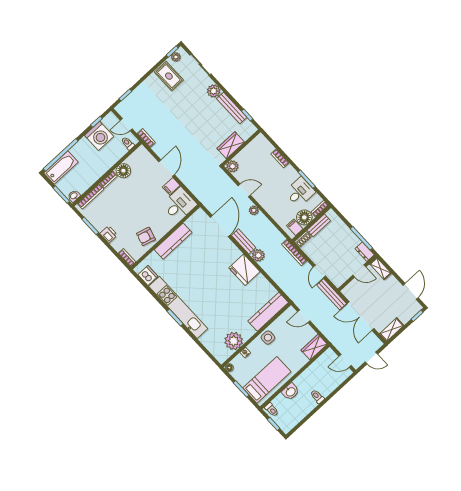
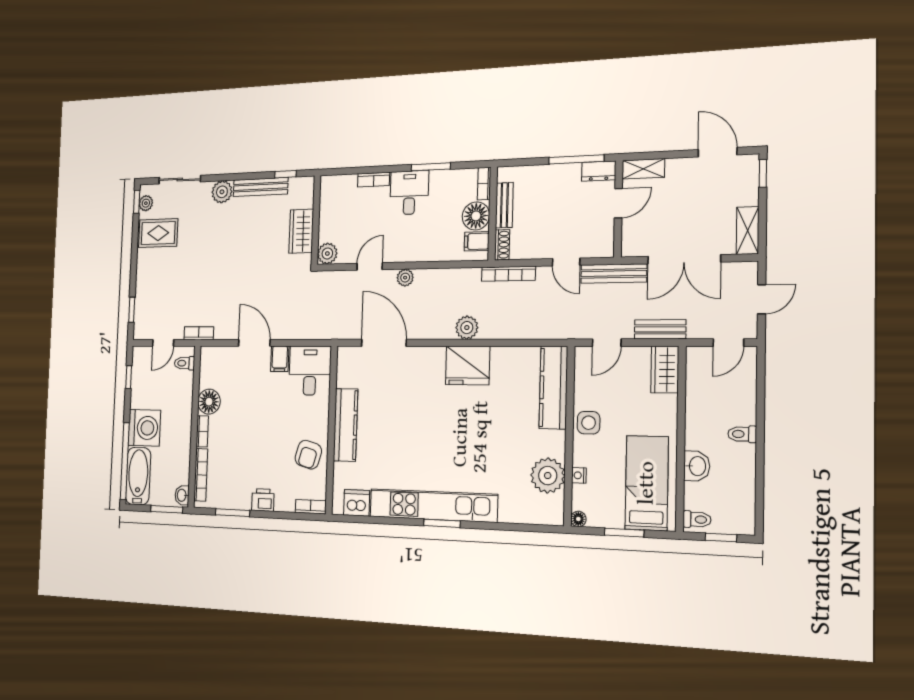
washing machine: (99, 136) -> (144, 428), moved
desk: (300, 192) -> (409, 193), moved
bench: (244, 242) -> (660, 329), moved

